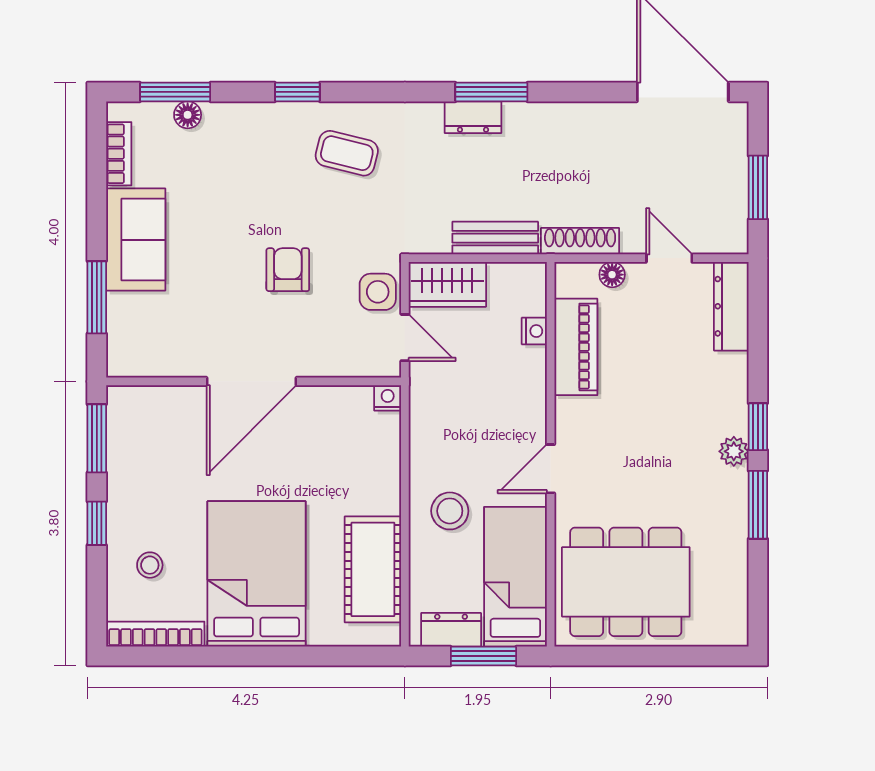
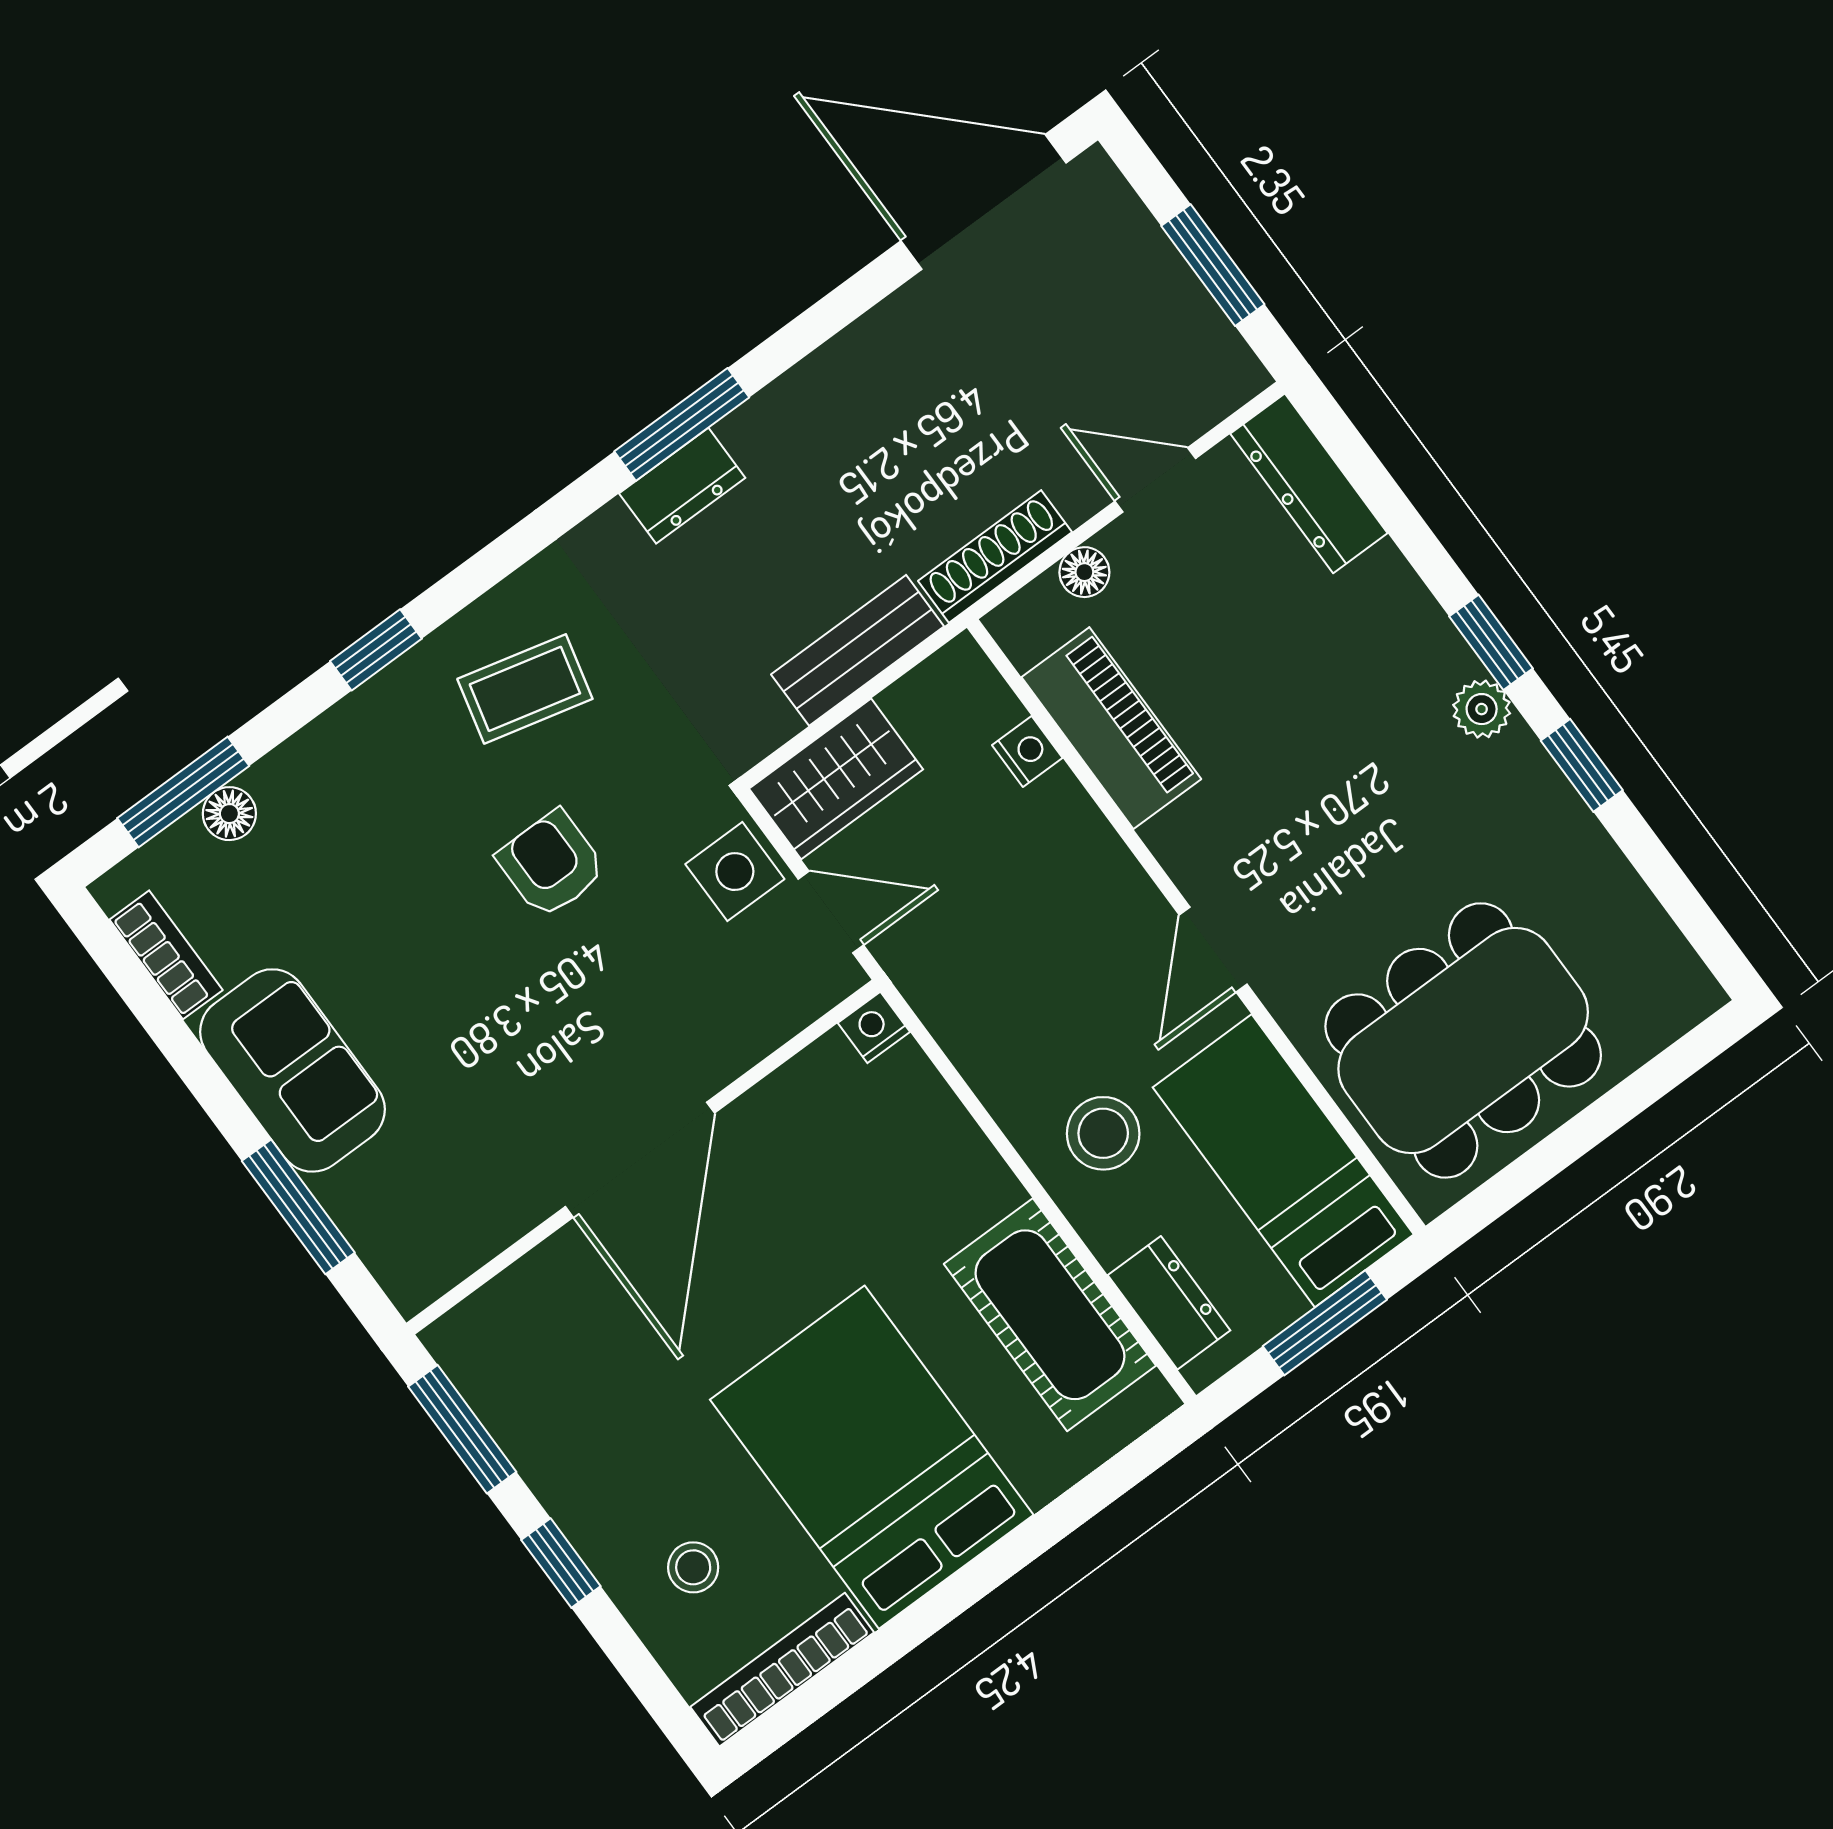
armchair: (288, 270) -> (551, 864), moved
window: (758, 505) -> (1582, 765), width x0.67
dresser: (451, 630) -> (1169, 1303), moved, turned 90

